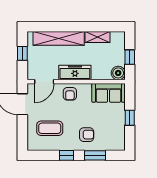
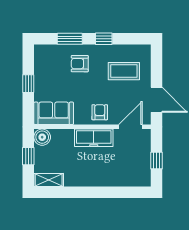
shelving: (97, 37) -> (49, 180), moved
shelving: (59, 38) -> (113, 178), removed

